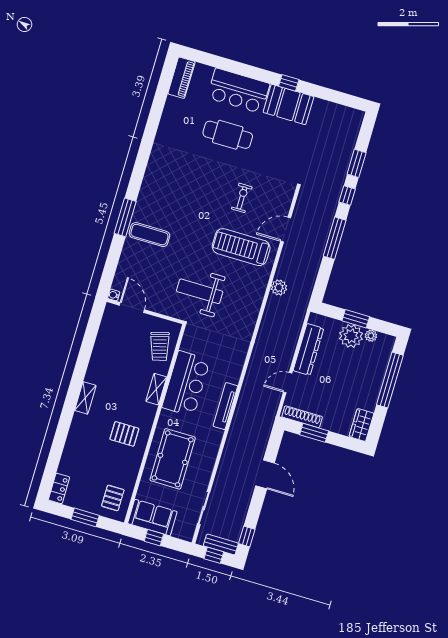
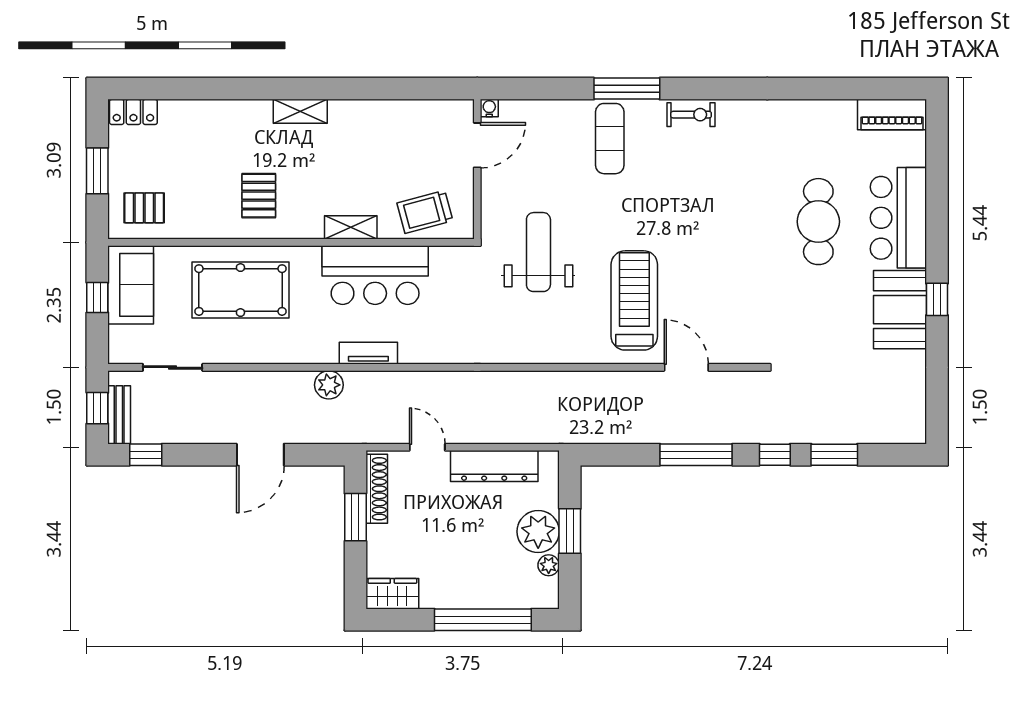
exercise bike: (242, 198) -> (691, 115), moved
plant: (279, 287) -> (329, 385), moved
tv unit: (225, 406) -> (368, 353), width x0.71

